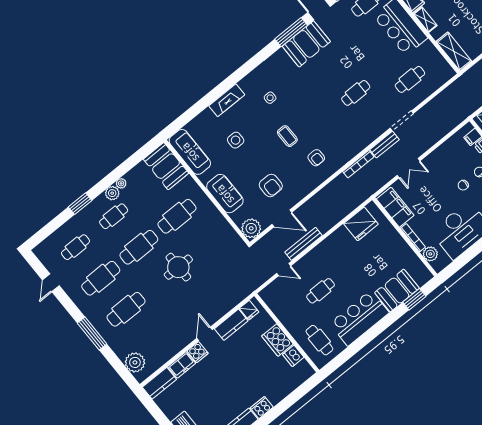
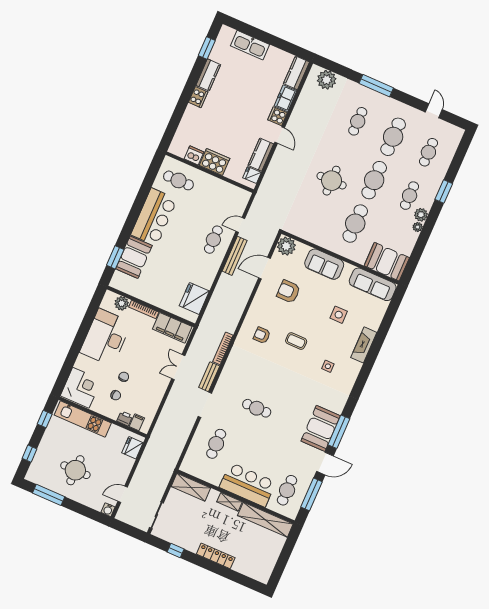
cafe table: (356, 93) -> (257, 408), turned 90
cafe table: (321, 291) -> (213, 240), moved
cafe table: (126, 309) -> (358, 121), width x0.73, depth x0.74

